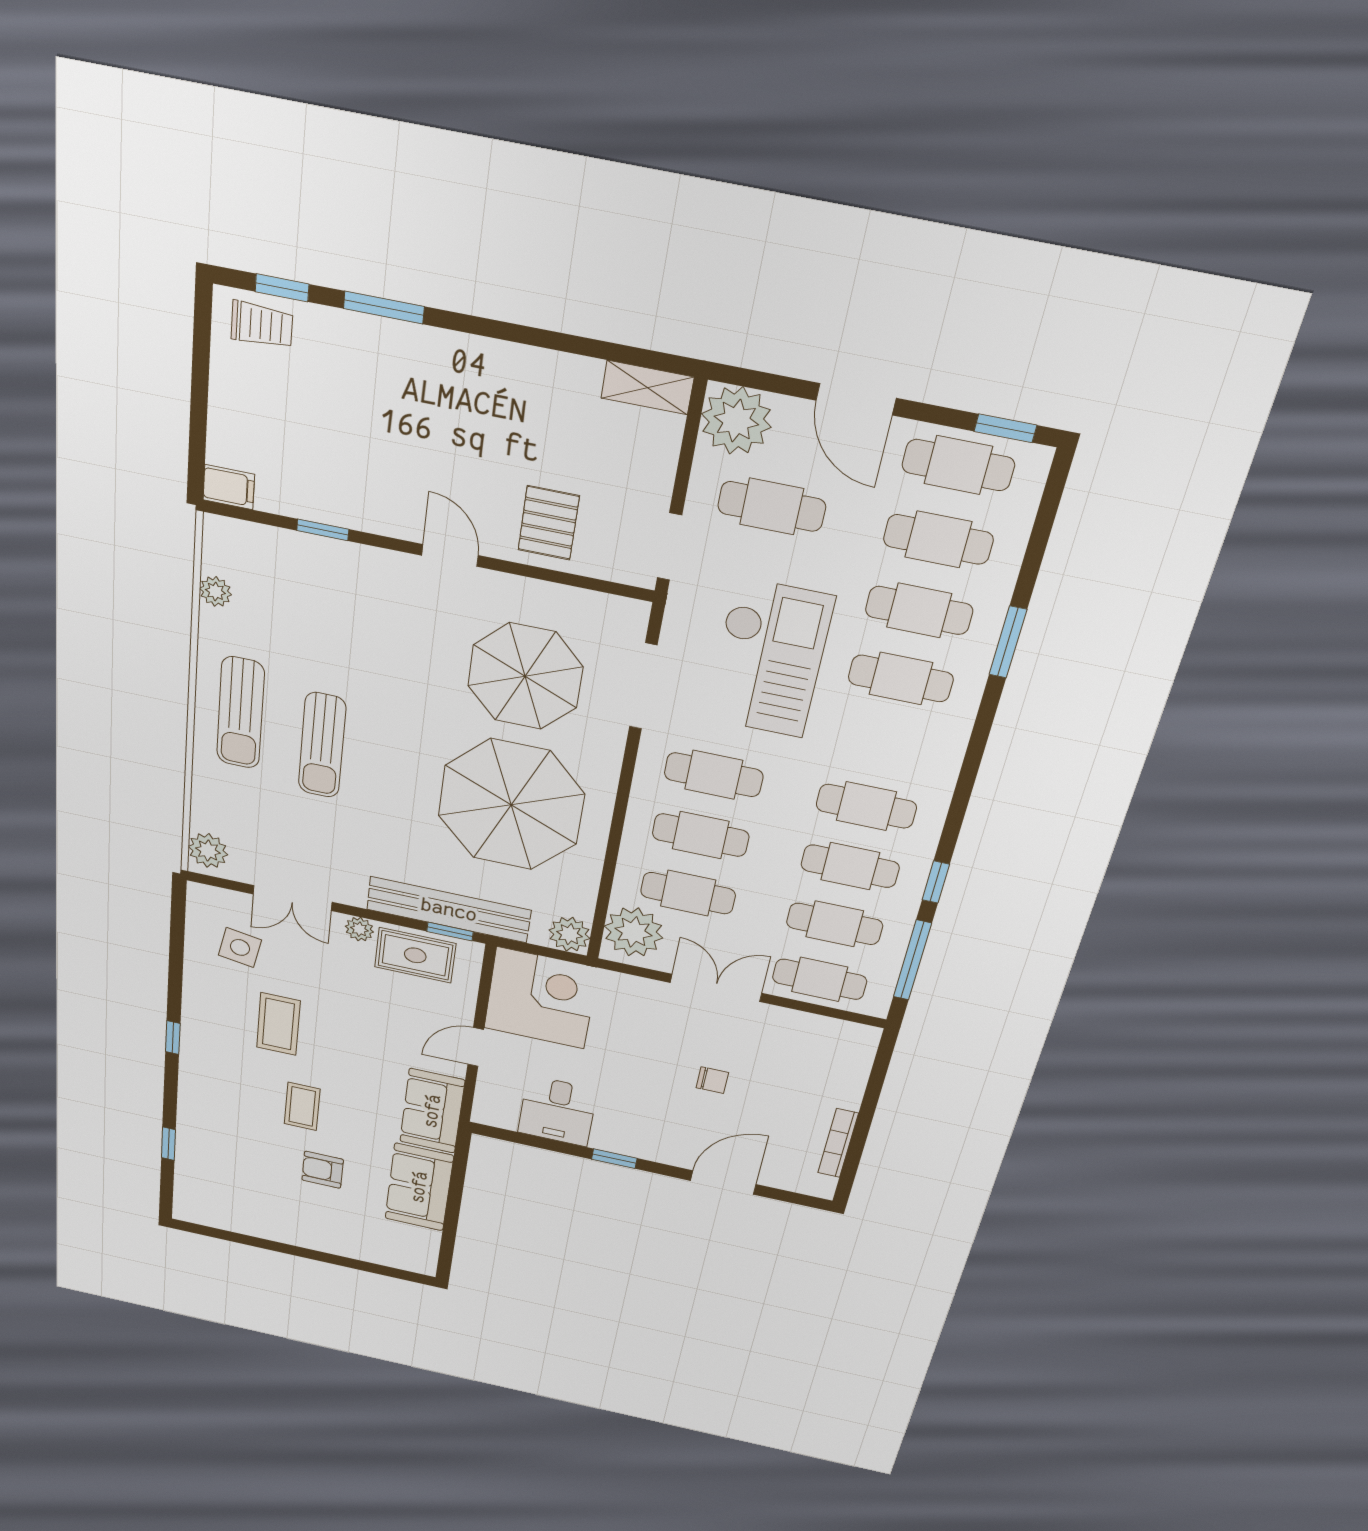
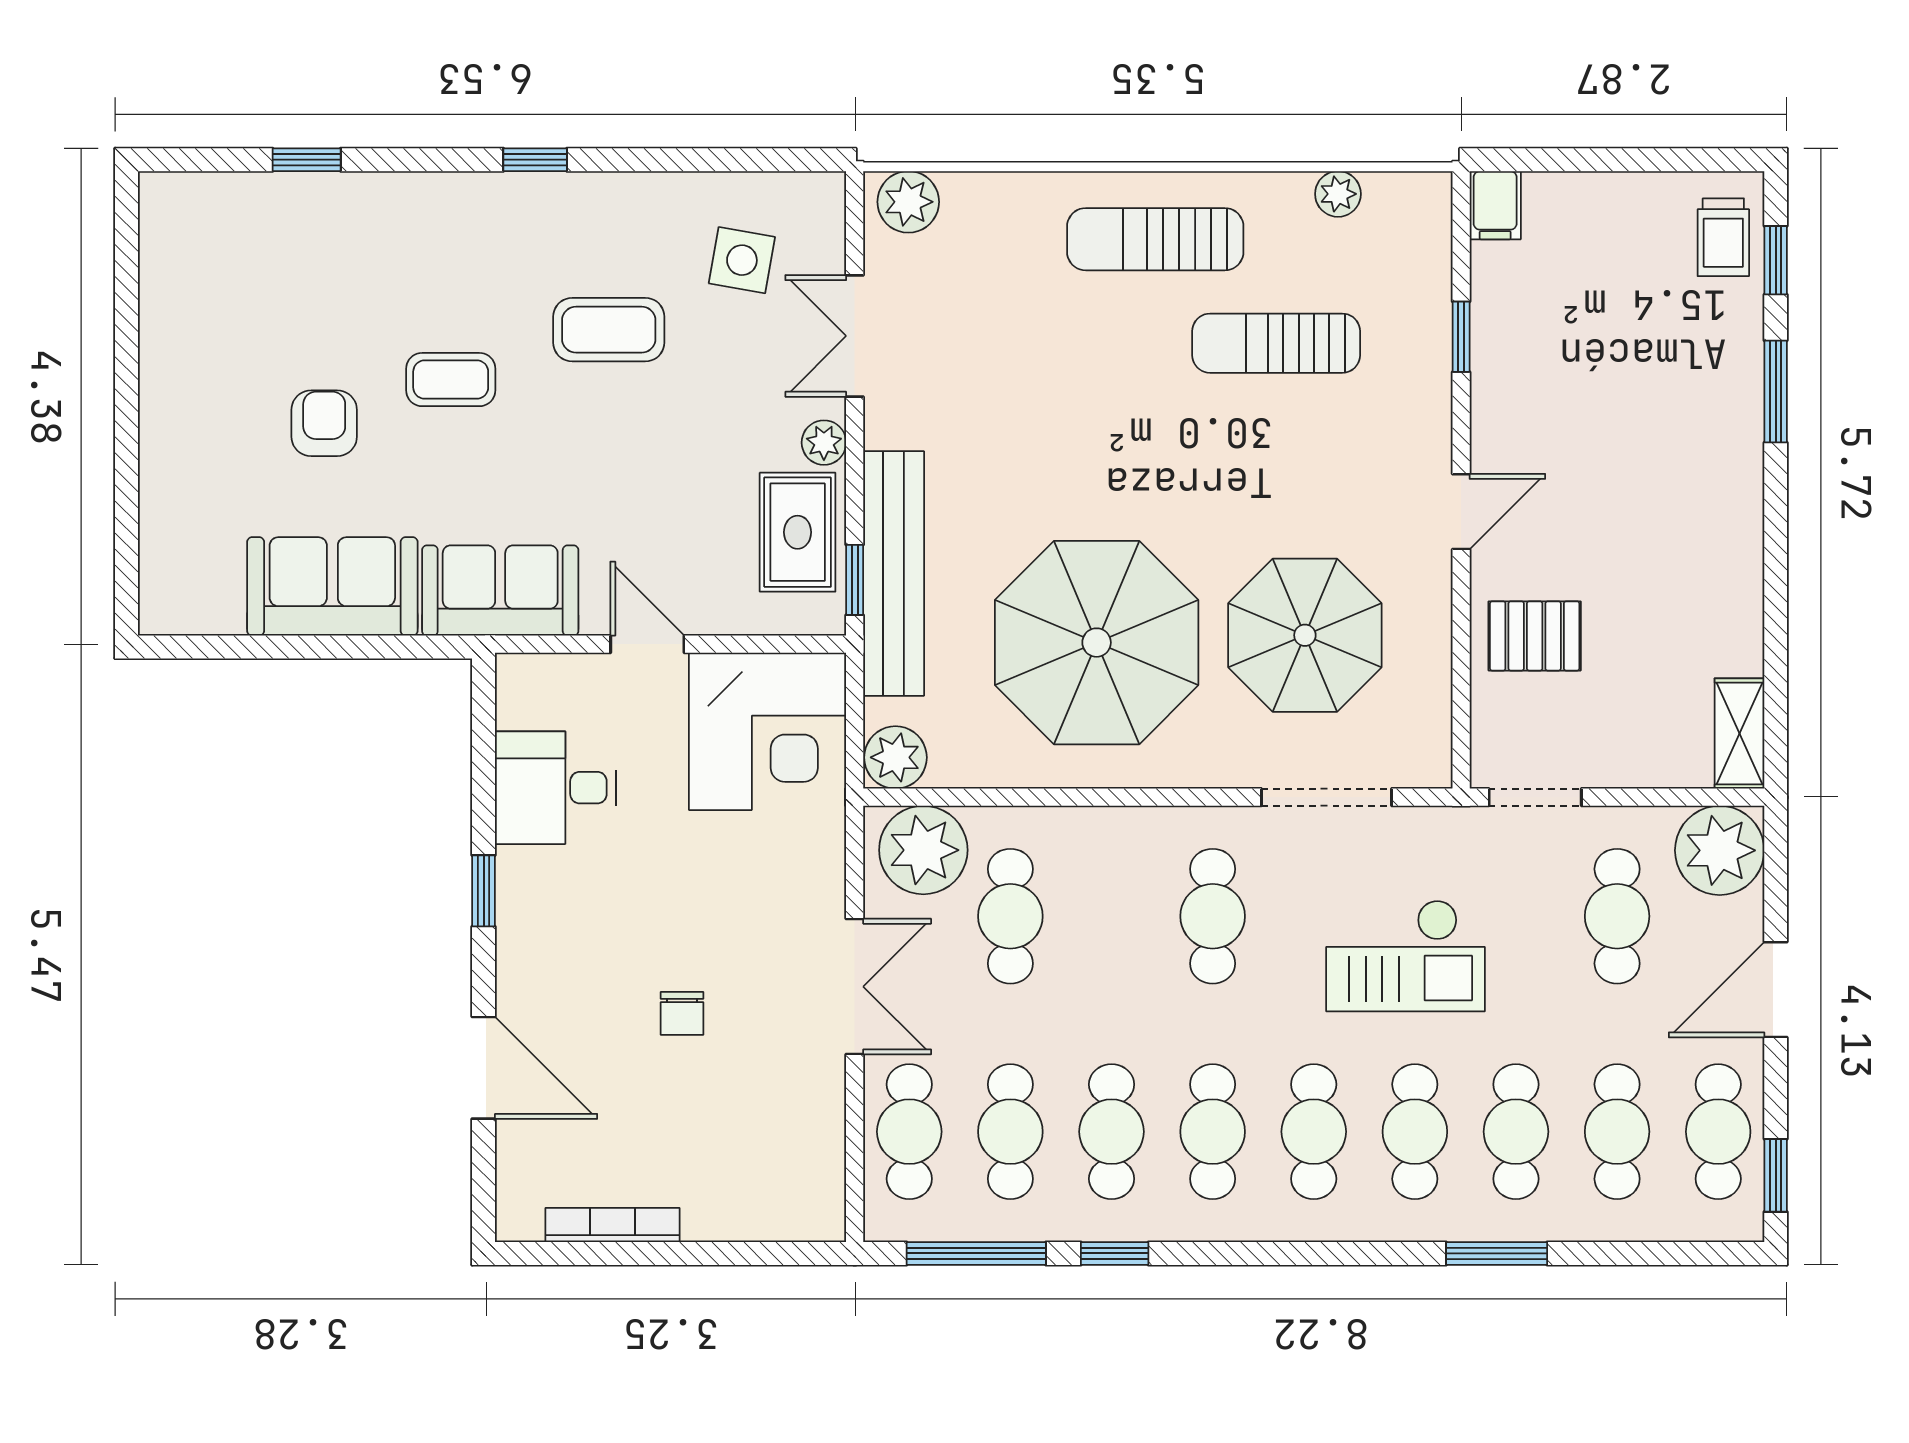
checkout: (769, 658) -> (1406, 956), width x0.73, depth x0.83
sun lounger: (322, 745) -> (1276, 343), moved
cafe table: (701, 835) -> (1314, 1132), moved

